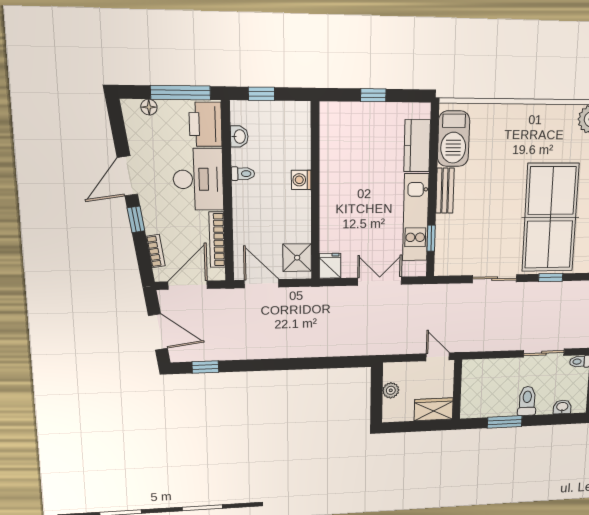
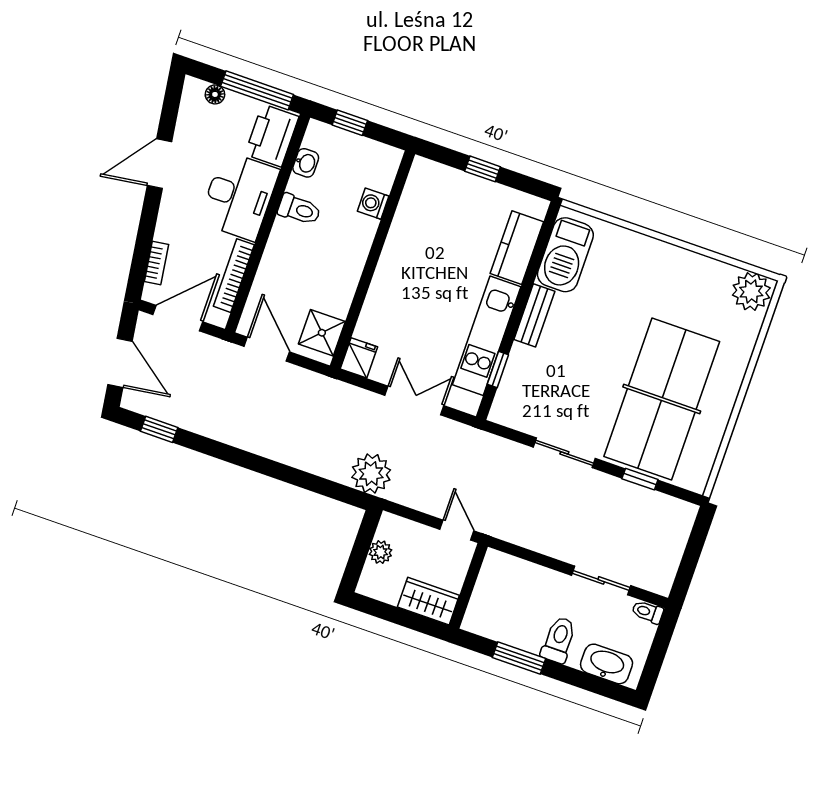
toilet: (243, 174) -> (299, 209), width x1.37, depth x1.39
washing machine: (301, 180) -> (373, 204), moved
window: (136, 219) -> (149, 217), removed
plant: (366, 341) -> (371, 474), added
washbasin: (562, 407) -> (607, 664), width x1.91, depth x1.45

